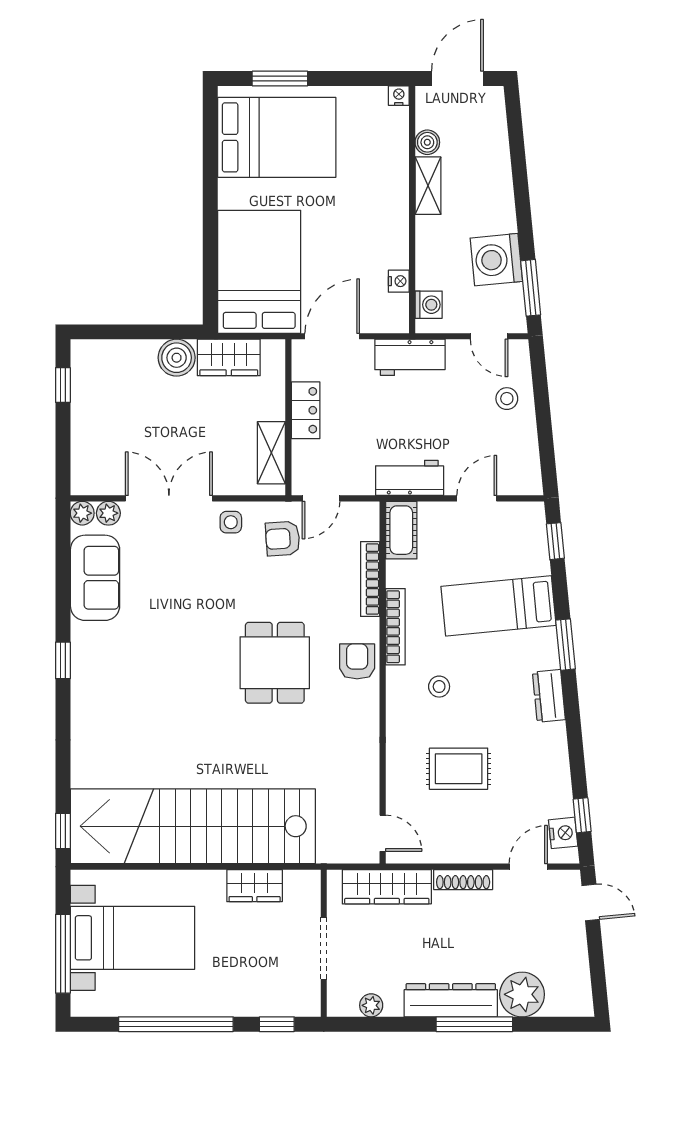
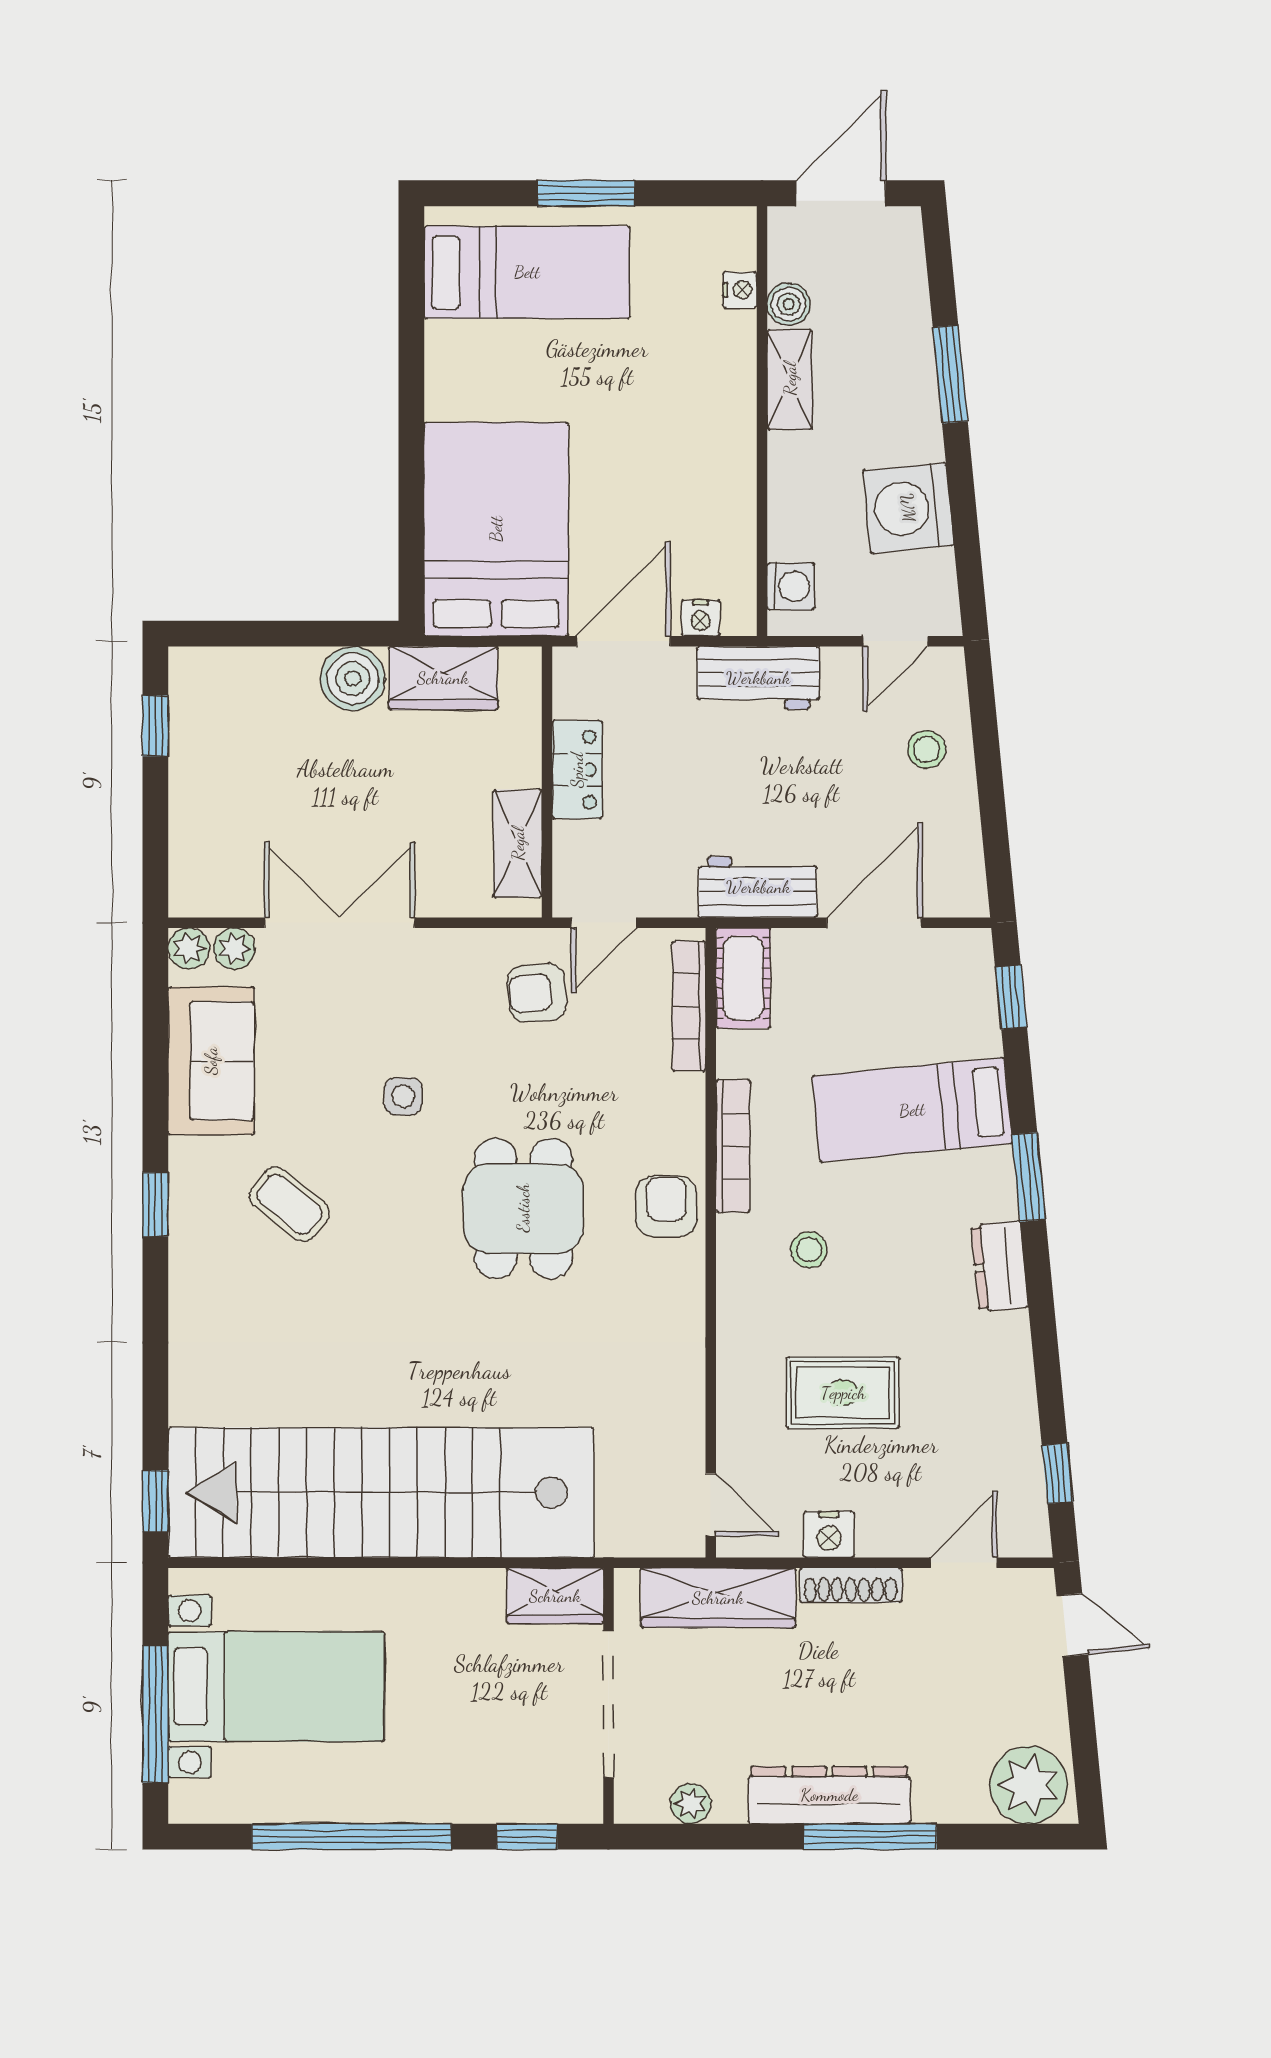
window: (280, 79) -> (586, 193), moved
nightstand: (399, 96) -> (740, 290), moved, turned 90
bed: (277, 137) -> (527, 272), width x0.67
nightstand: (399, 281) -> (701, 618), moved, turned 90
window: (531, 288) -> (950, 374), moved
door: (489, 336) -> (896, 641), hinge flipped
door: (477, 498) -> (874, 923), width x1.38
side table: (231, 522) -> (403, 1096), moved
bookcase: (370, 579) -> (689, 1006), moved
coffee table: (140, 660) -> (289, 1204), added
nightstand: (563, 833) -> (829, 1534), moved, turned 96
wardrobe: (255, 886) -> (555, 1596), moved
doorway: (324, 948) -> (608, 1704), width x1.36
plant: (522, 994) -> (1029, 1785), moved

